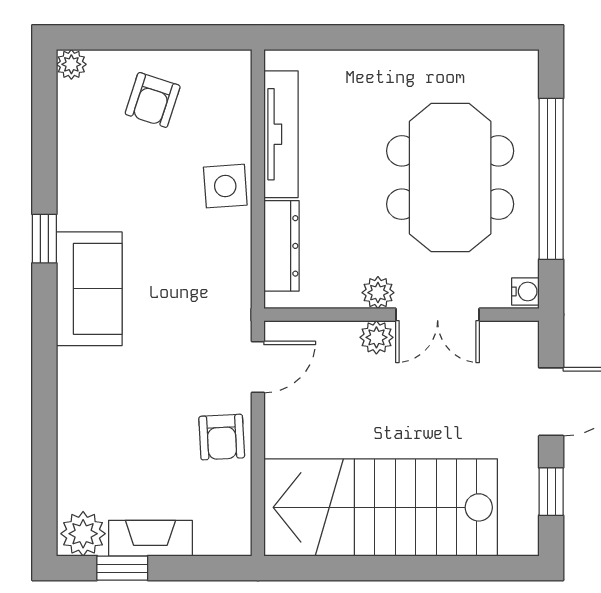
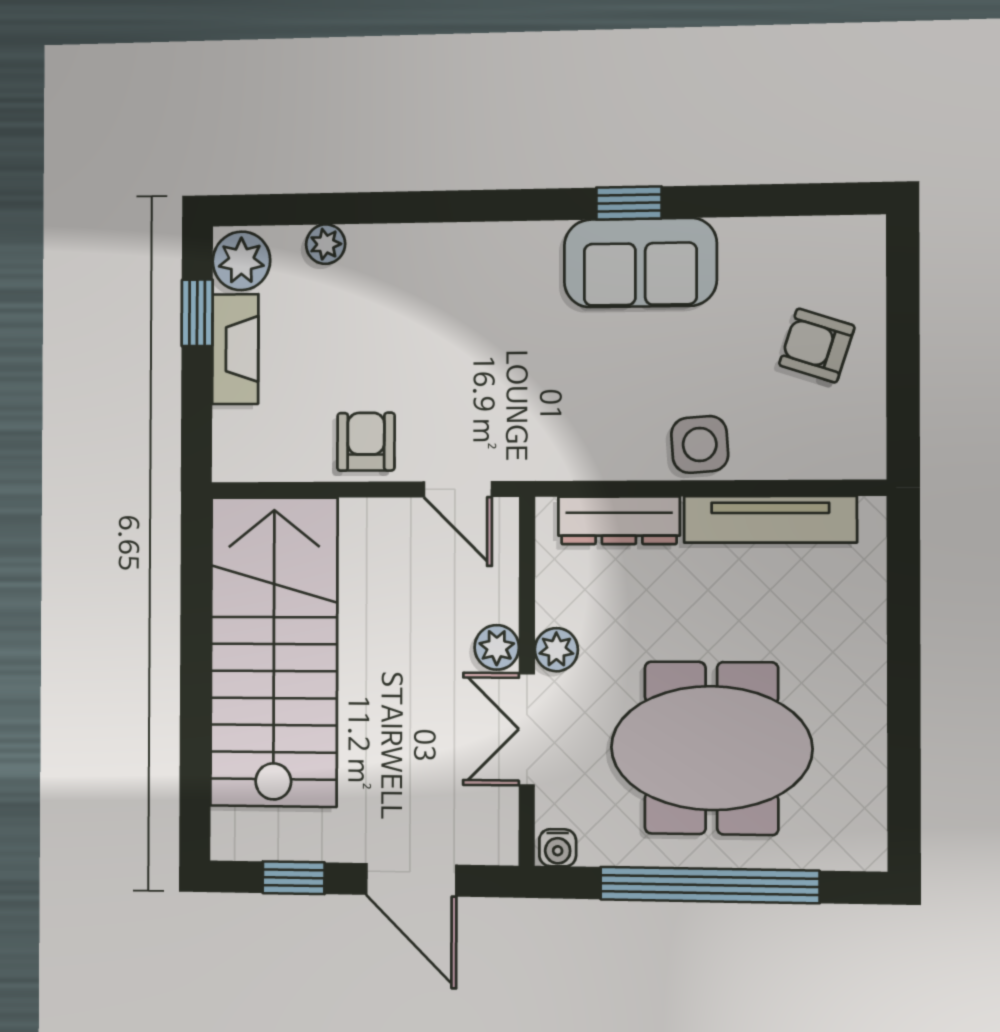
plant: (71, 64) -> (326, 244), moved
sofa: (89, 289) -> (640, 263), moved
armchair: (222, 437) -> (366, 442), turned 93

